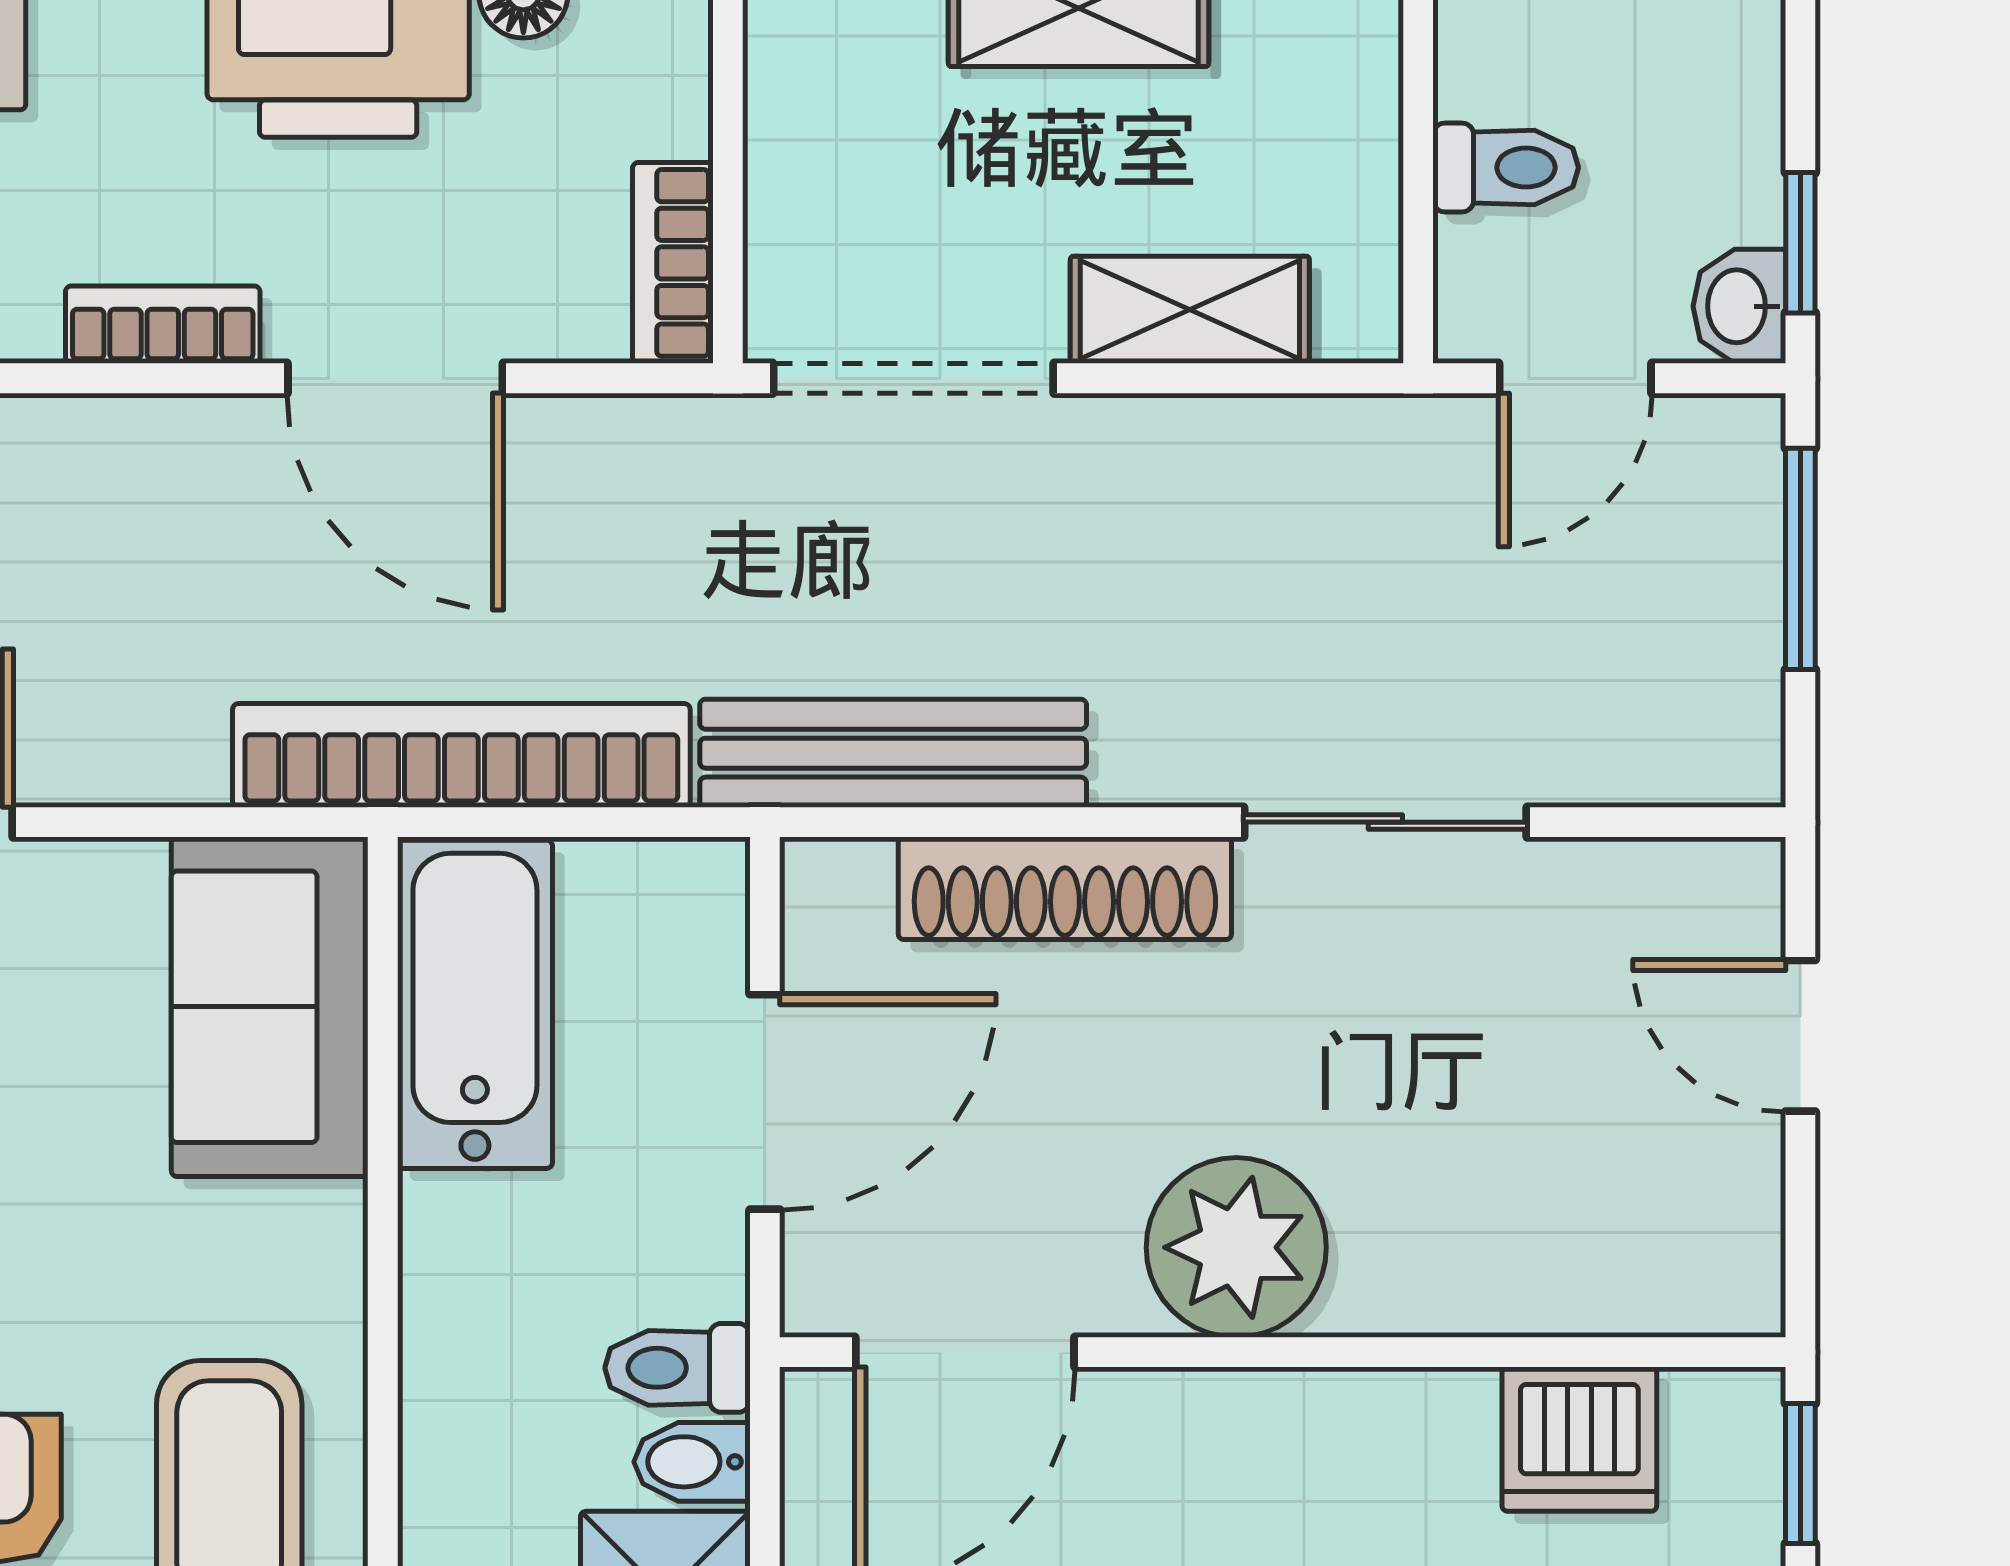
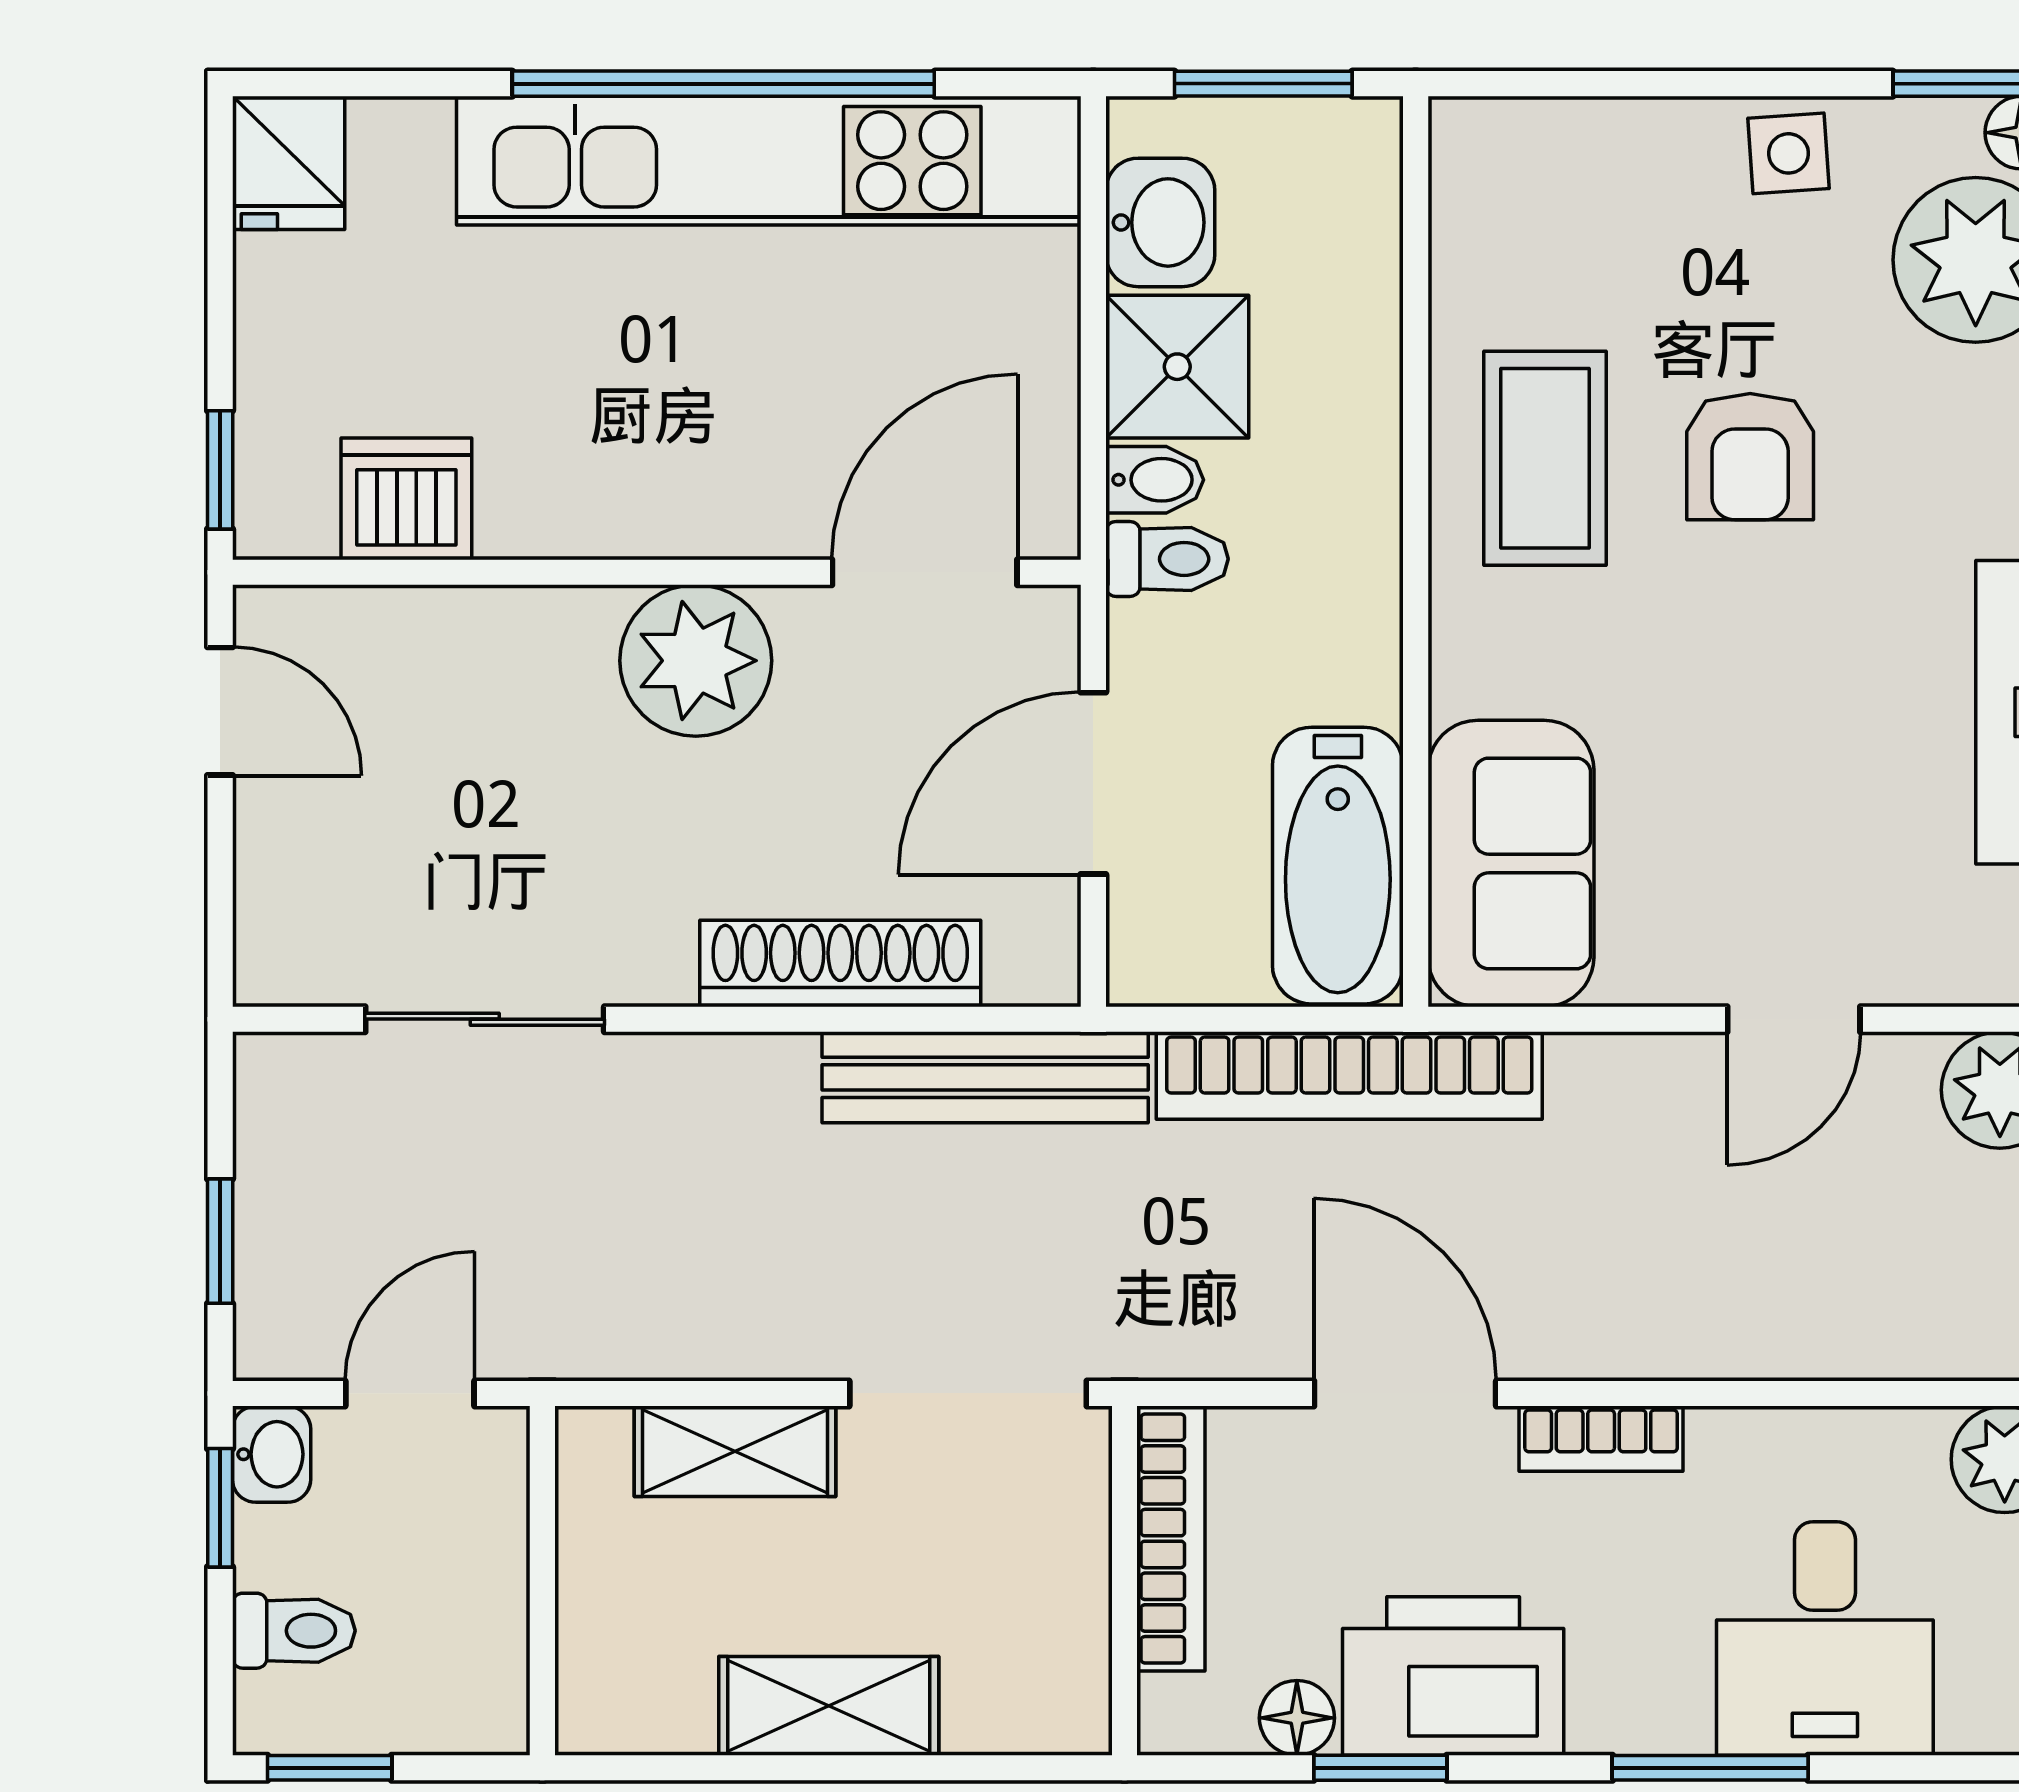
toilet: (1506, 168) -> (294, 1631), moved, turned 180
bookcase: (673, 263) -> (1171, 1538), width x1.56
window: (1800, 559) -> (220, 1241), width x0.67
sliding door: (1385, 822) -> (485, 1019), moved
door: (1800, 1036) -> (220, 711), moved

